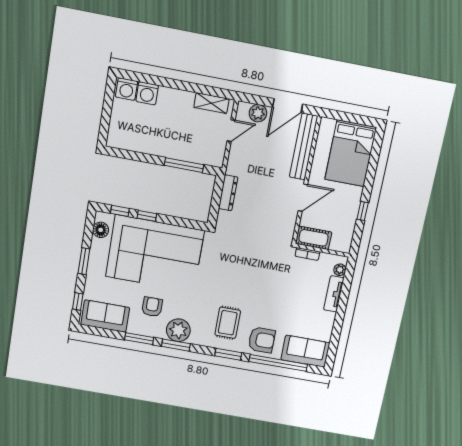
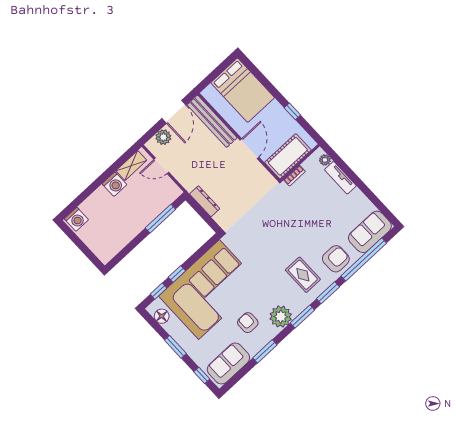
washing machine: (147, 93) -> (114, 184), moved
door: (231, 131) -> (161, 166), swing flipped
cot: (314, 238) -> (288, 156), width x1.37, depth x1.34
window: (176, 345) -> (302, 317), moved

